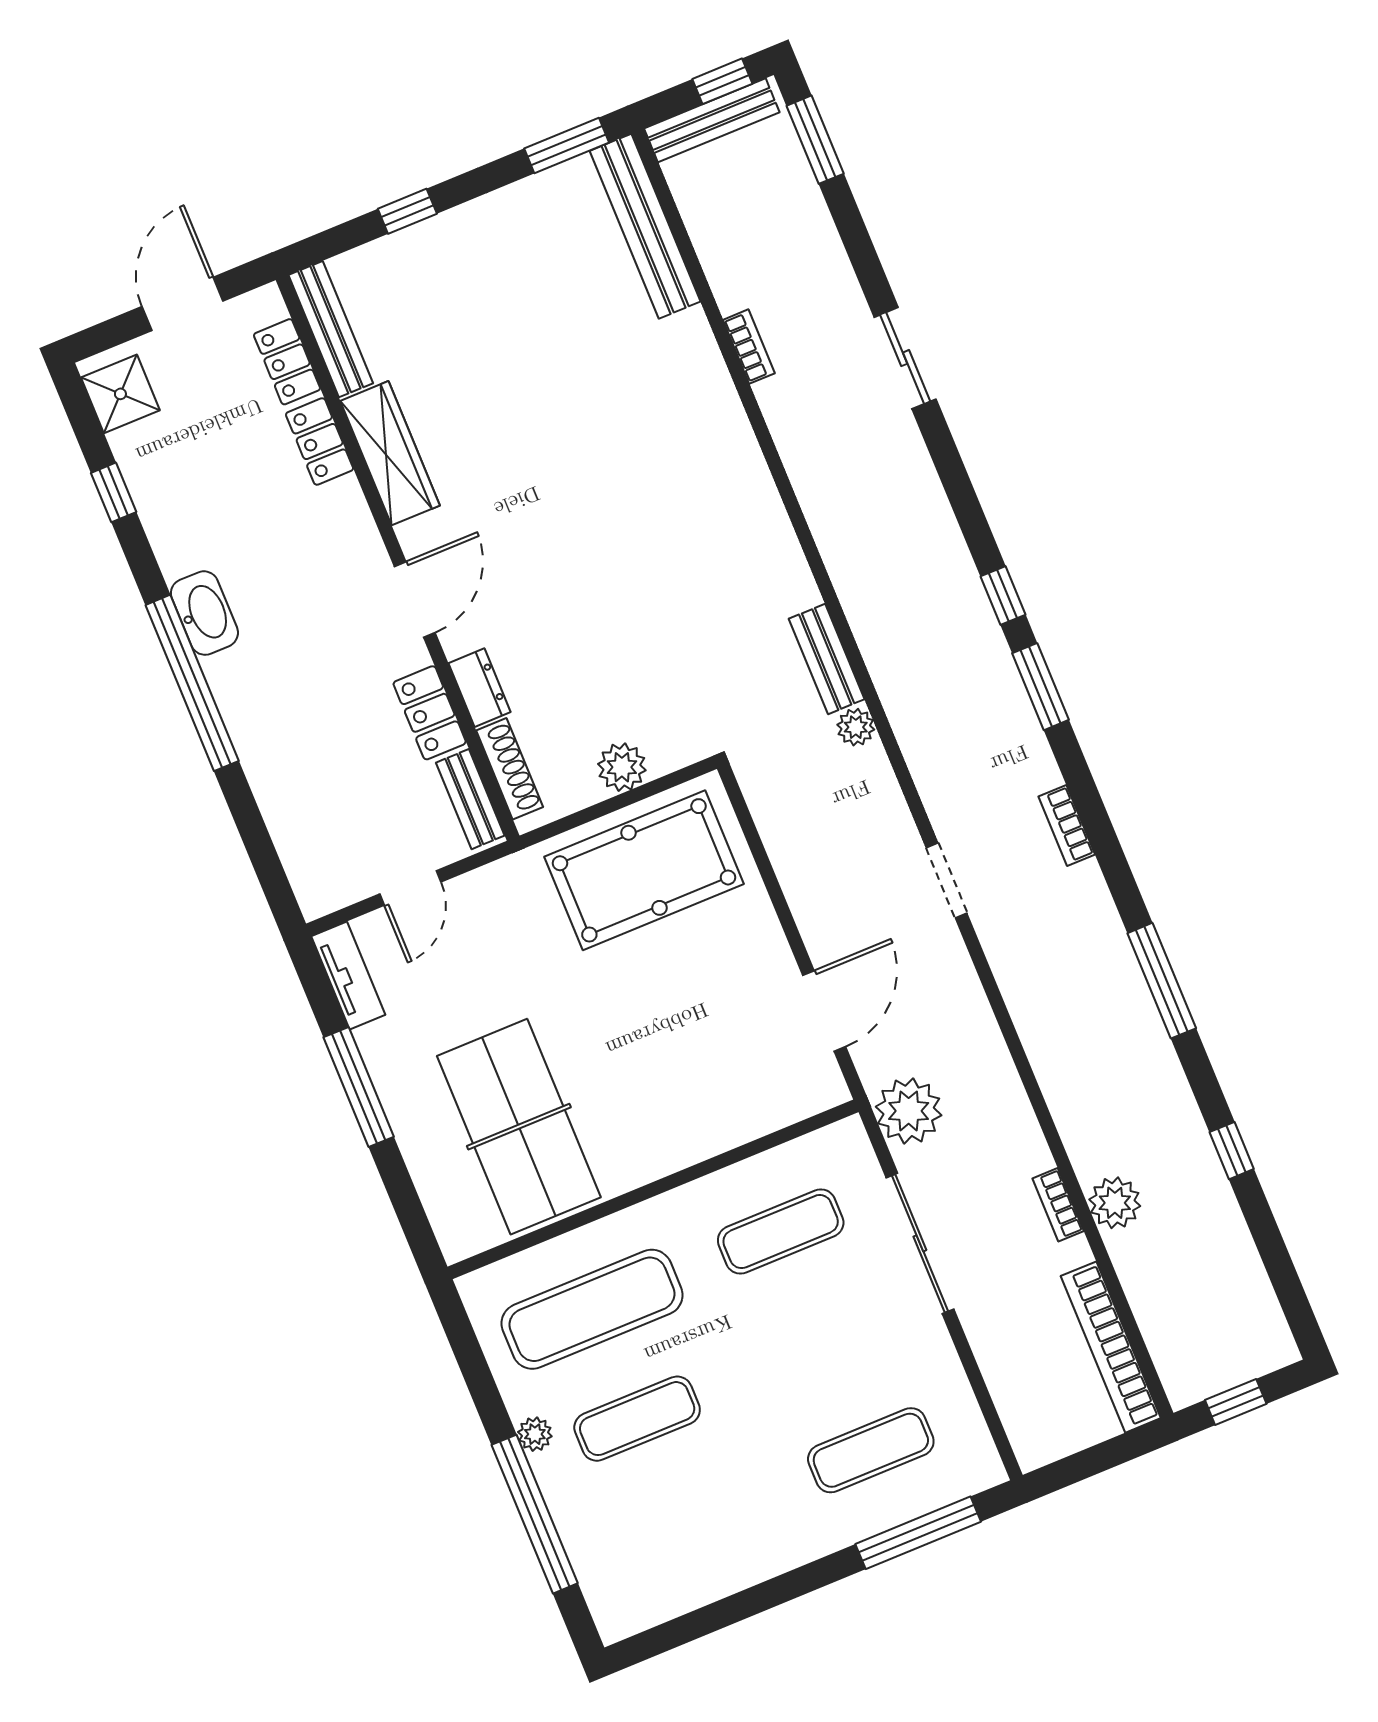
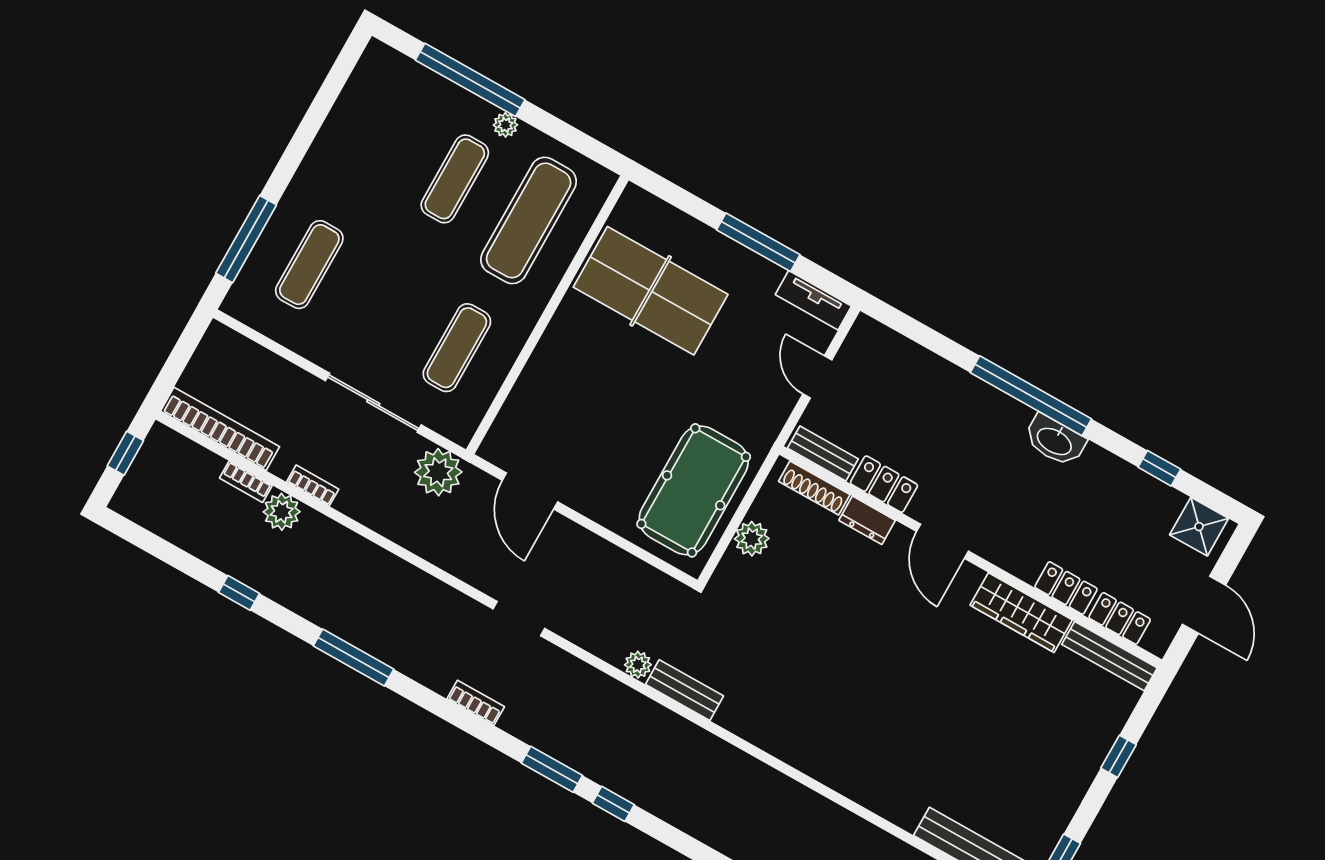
bookcase: (749, 347) -> (246, 482), moved

